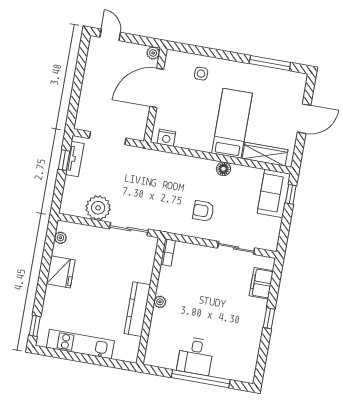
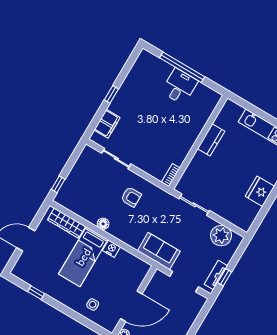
window: (270, 63) -> (36, 293), width x0.46
nightstand: (166, 138) -> (111, 249), moved
sofa: (274, 193) -> (159, 251), moved, turned -90
plant: (98, 208) -> (221, 236), moved
plant: (60, 238) -> (250, 218), removed
plant: (160, 302) -> (191, 139), removed
kitchen counter: (137, 309) -> (211, 140), width x0.67

